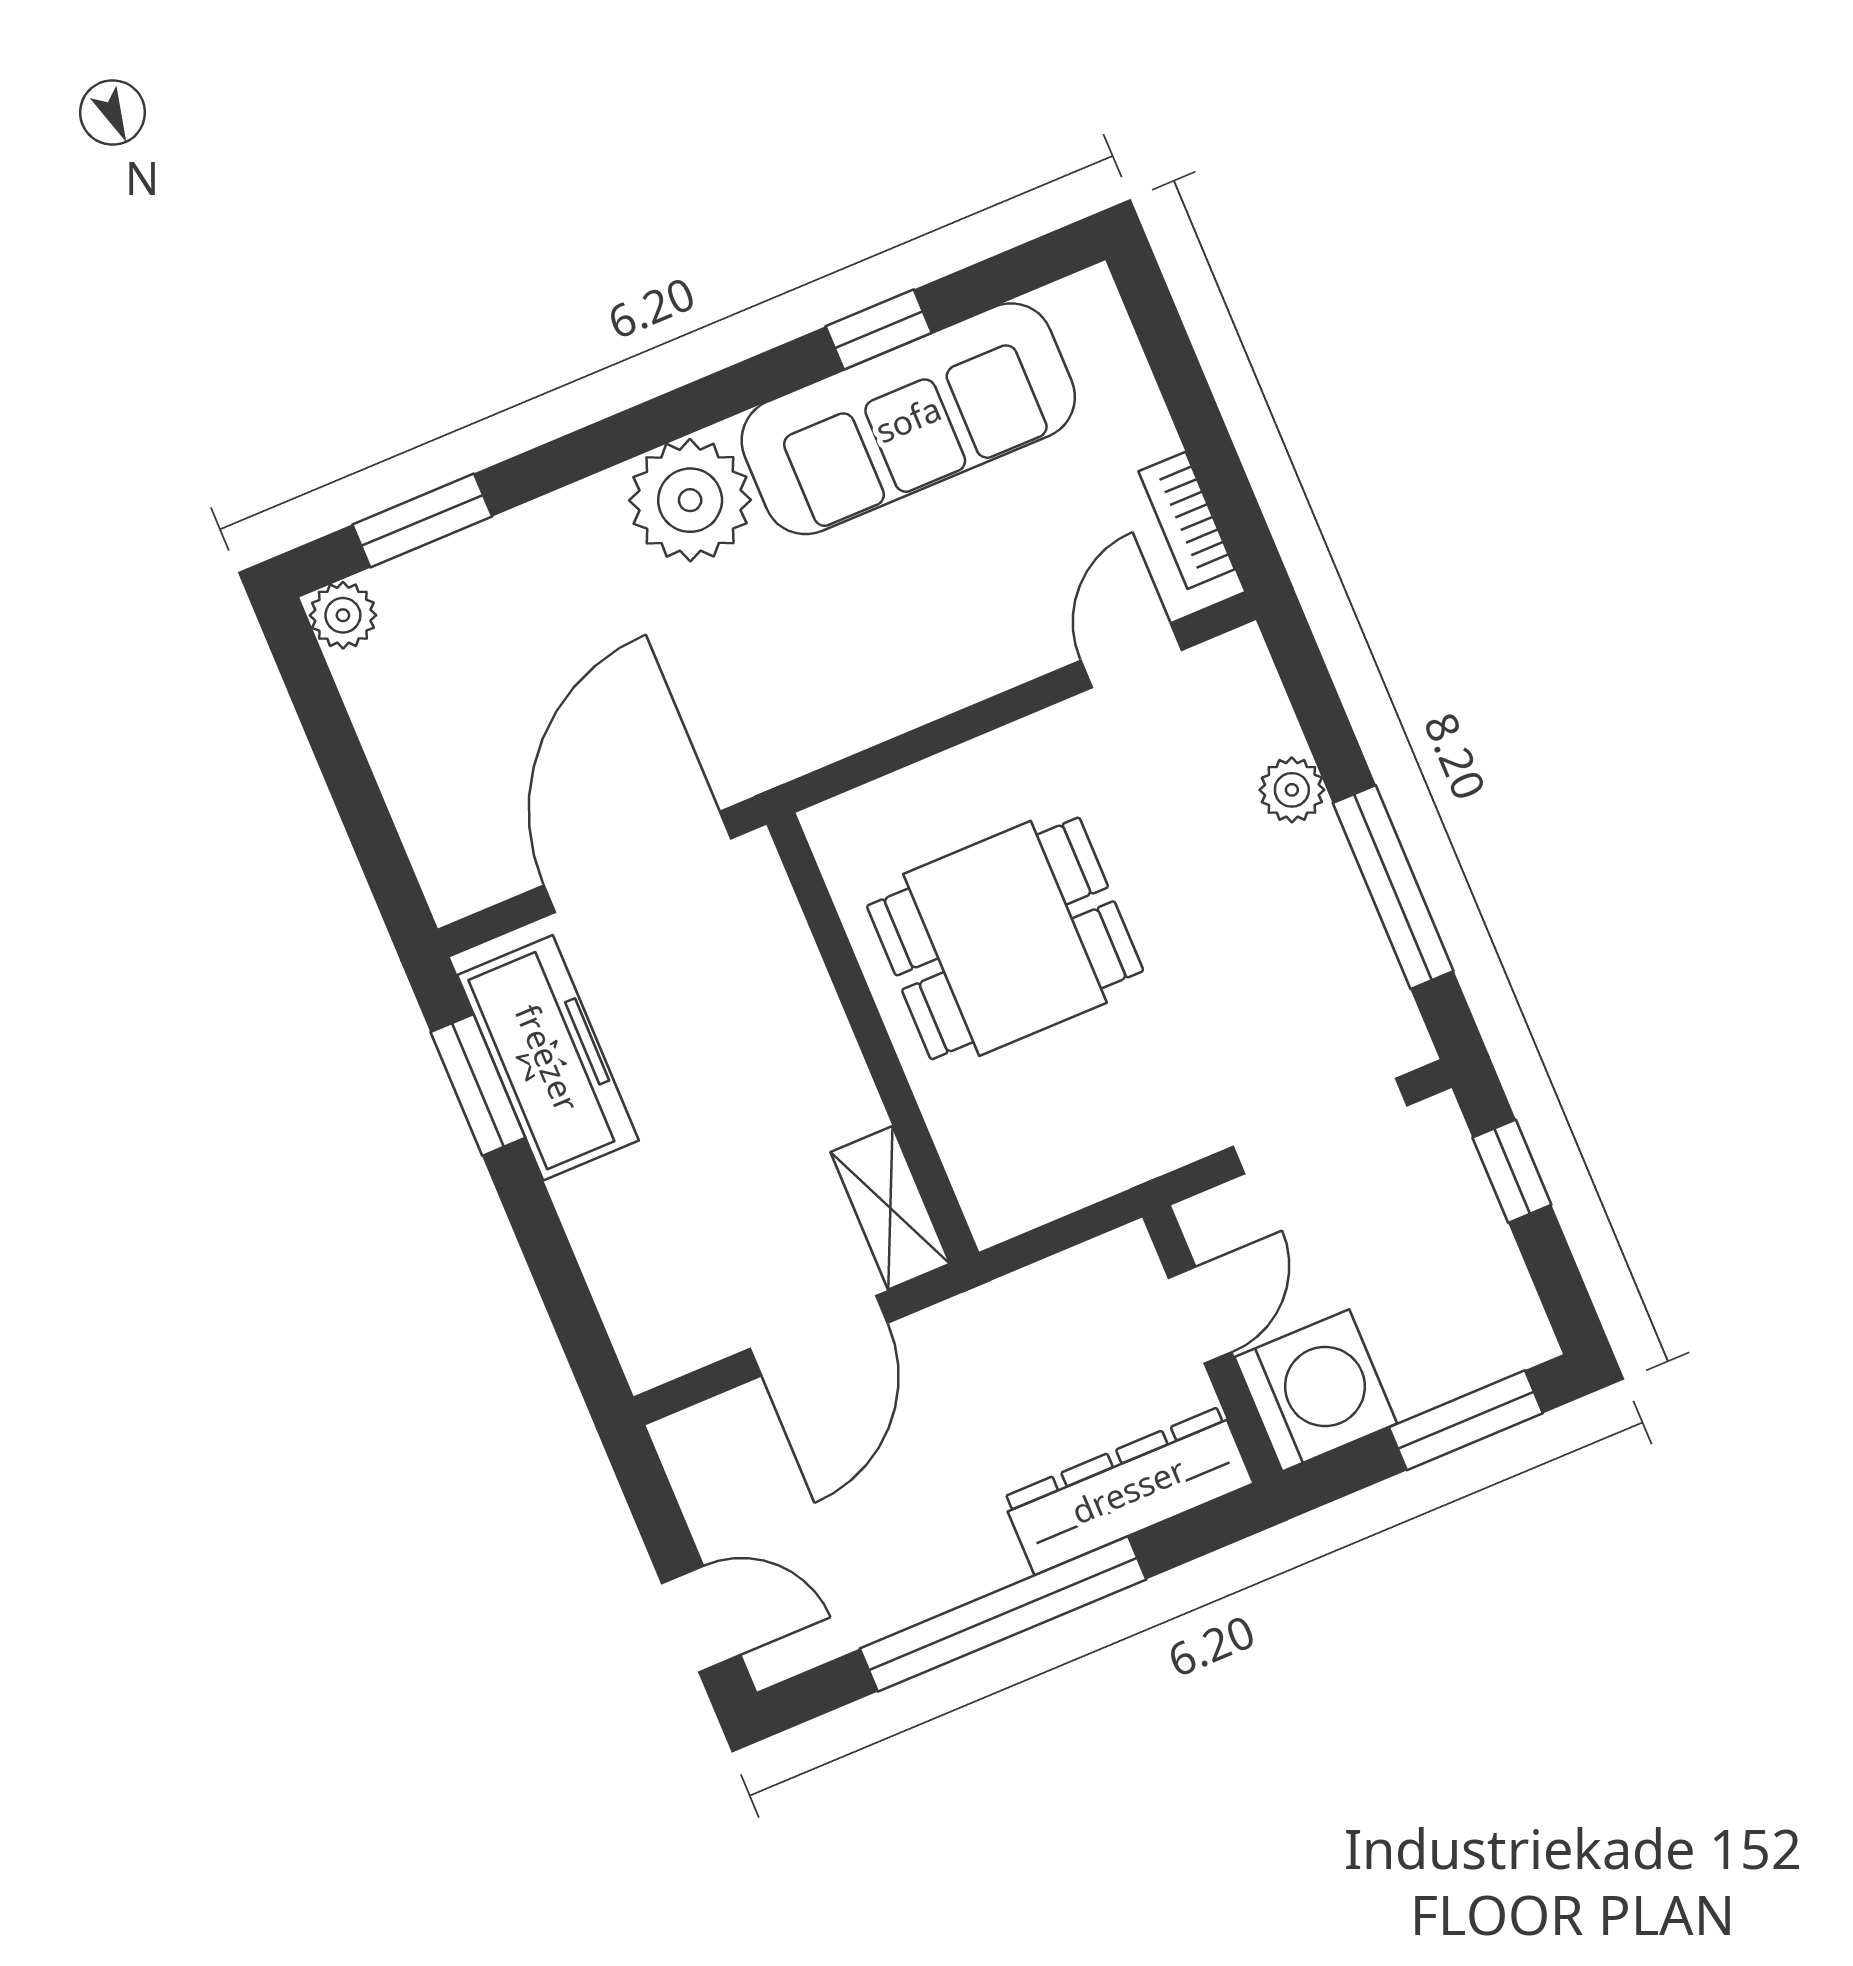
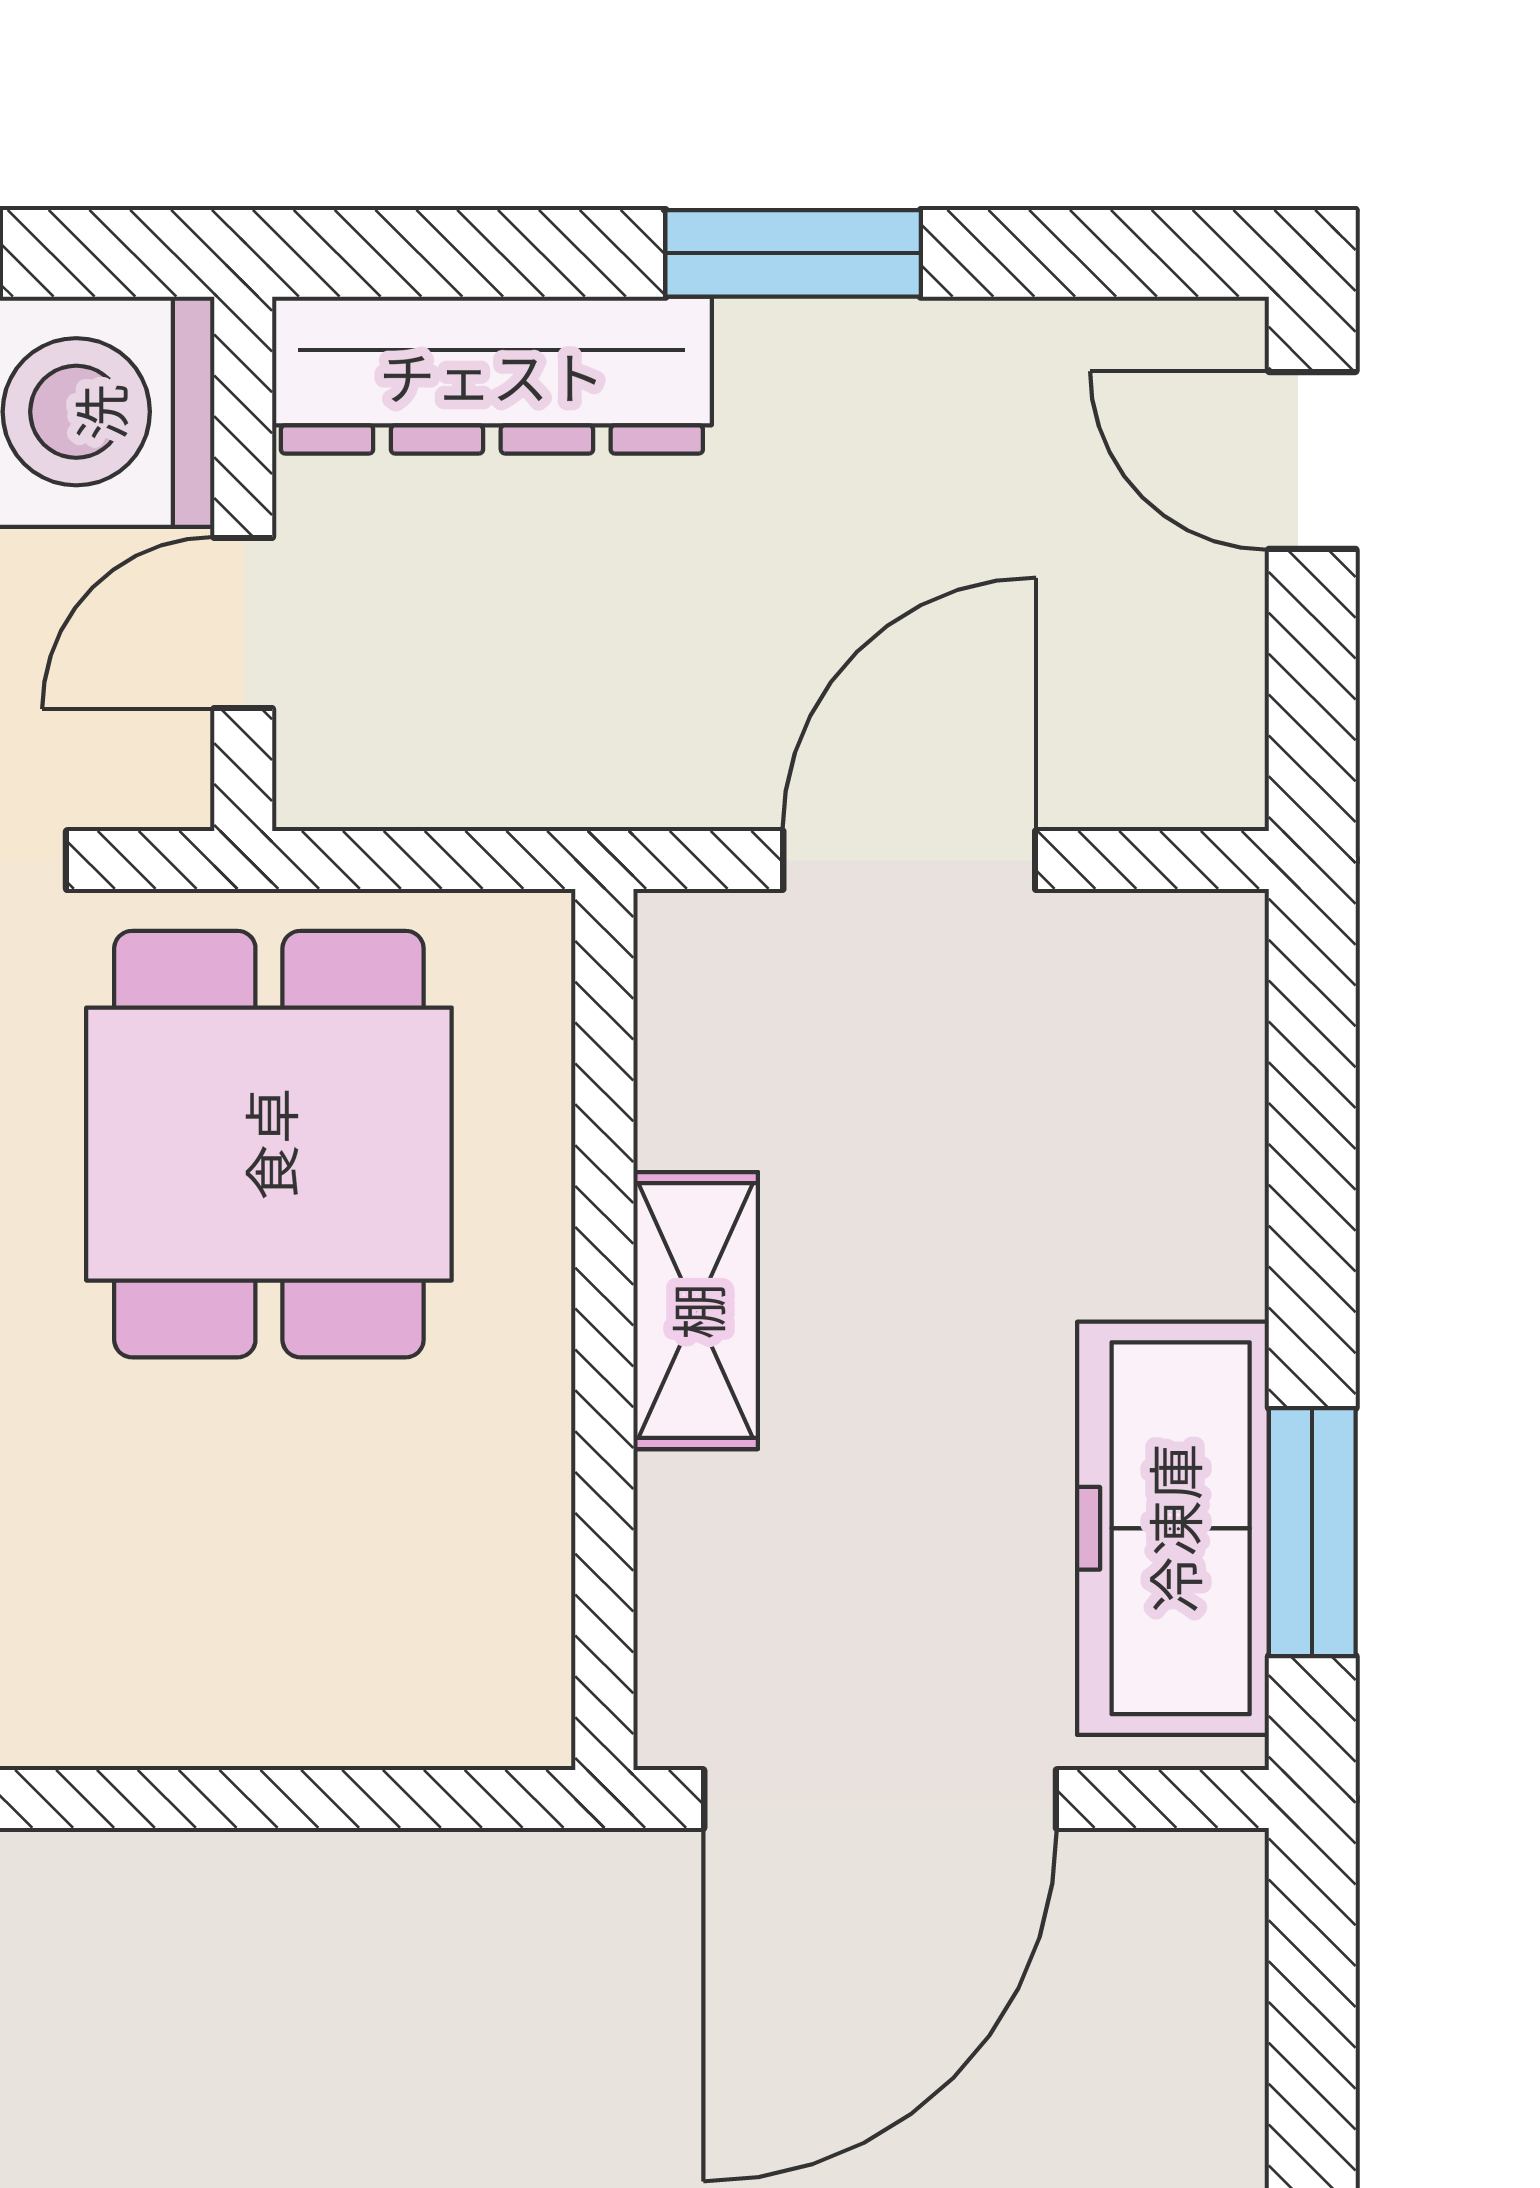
dining table: (1005, 938) -> (269, 1144), moved, turned 90
shelving: (890, 1208) -> (696, 1311), moved
window: (1003, 1614) -> (793, 253), width x0.47

